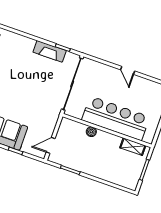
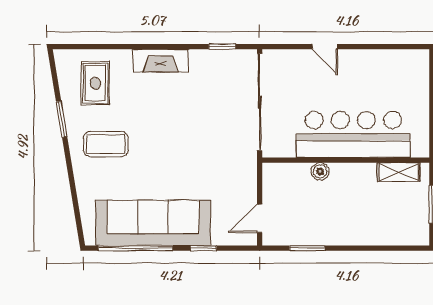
fireplace: (50, 51) -> (161, 61), moved
door: (128, 70) -> (325, 47), moved

